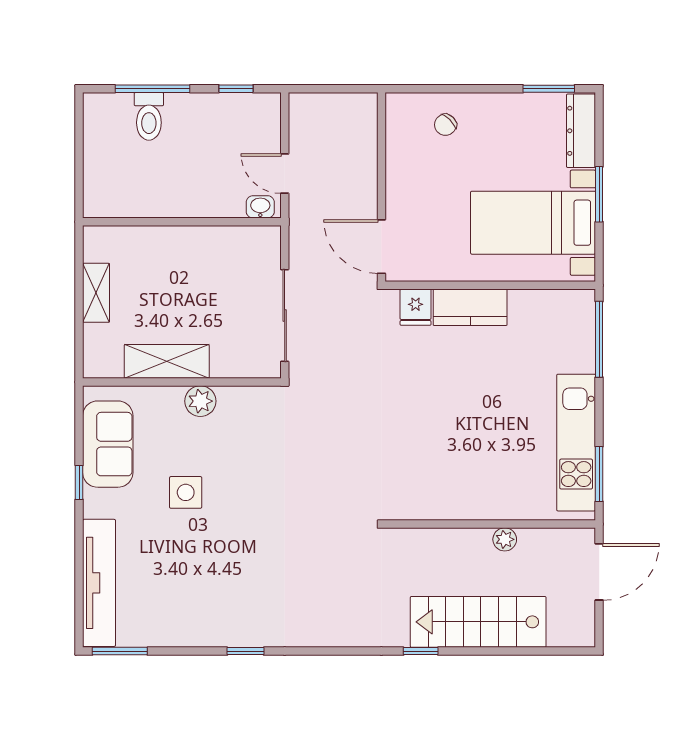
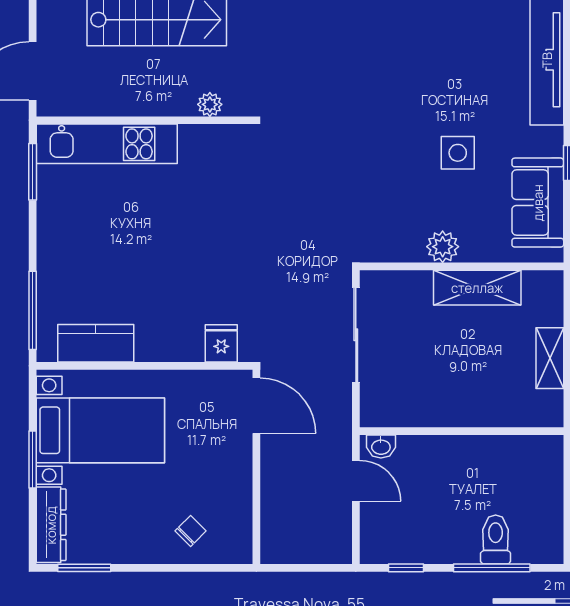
kitchen counter: (470, 307) -> (96, 343), moved
kitchen unit: (576, 443) -> (107, 144), moved, turned 90
plant: (505, 539) -> (210, 104), moved

